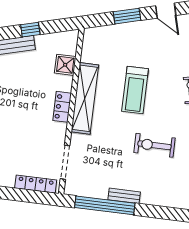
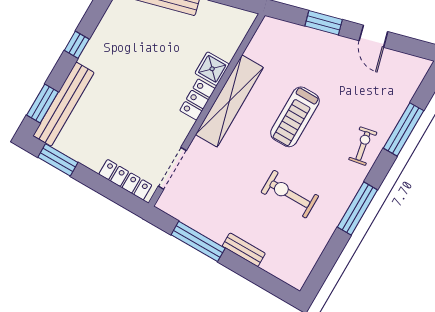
shower: (65, 65) -> (212, 69), moved
bench: (124, 196) -> (244, 250), moved
window: (105, 205) -> (198, 241), width x0.68

